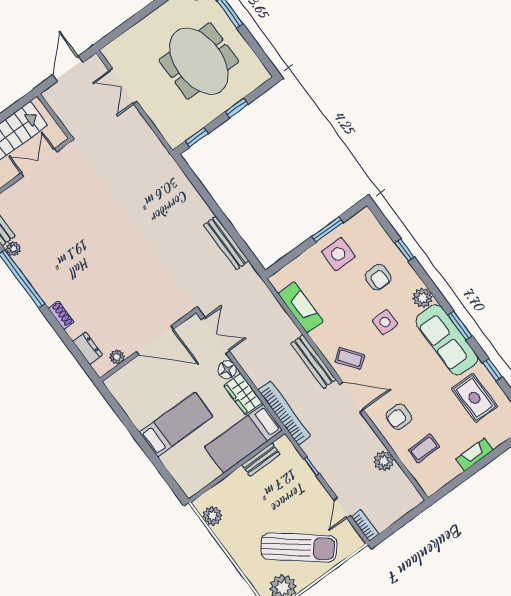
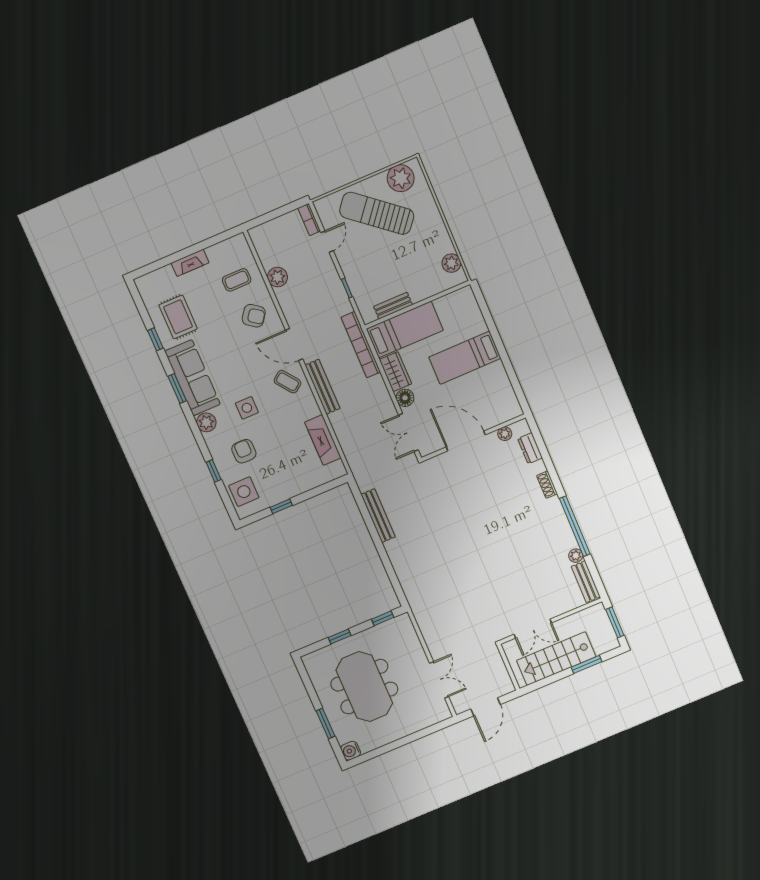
window: (327, 230) -> (281, 506), width x0.67
side table: (338, 254) -> (244, 492), moved
armchair: (399, 417) -> (254, 316), turned 36

